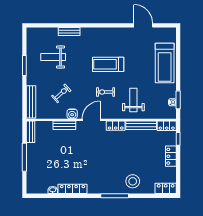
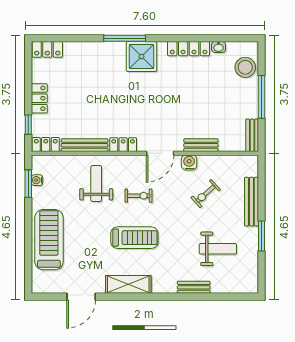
door: (143, 25) -> (81, 297), hinge flipped
shelving: (112, 33) -> (128, 284), added
weight bench: (133, 100) -> (96, 183), turned 180
bench: (31, 102) -> (251, 202), moved
stool: (133, 181) -> (245, 67), moved
shower: (104, 184) -> (141, 57), added

